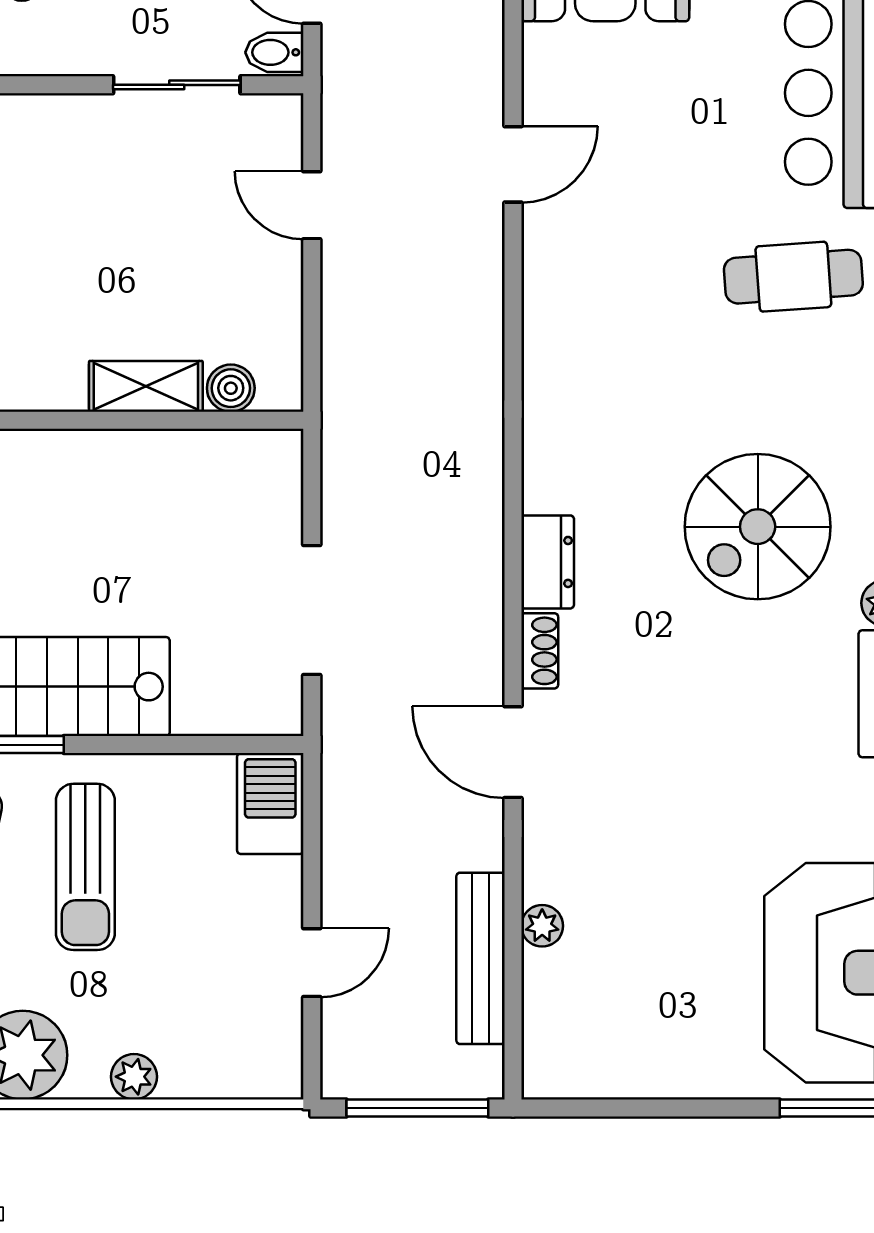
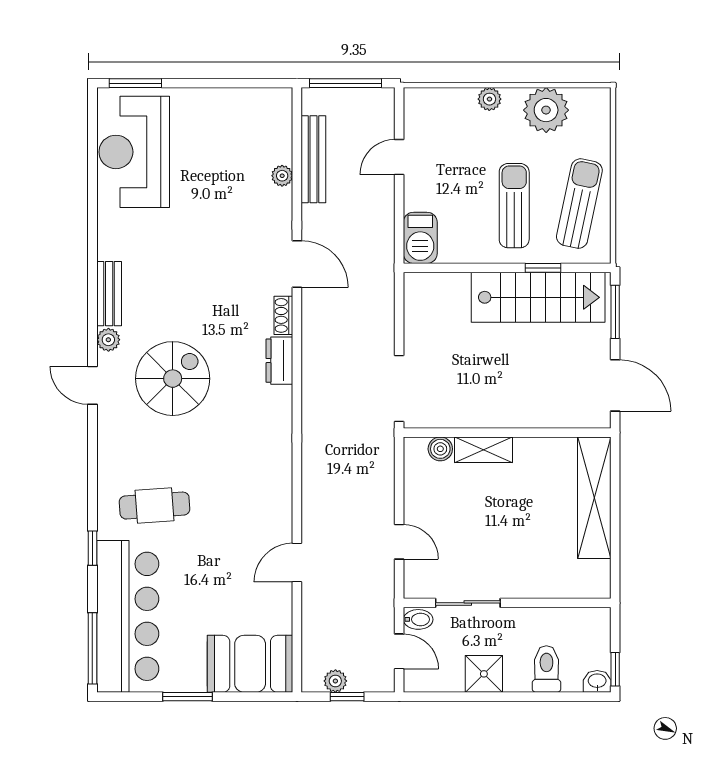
doorway: (312, 610) -> (399, 388), moved

